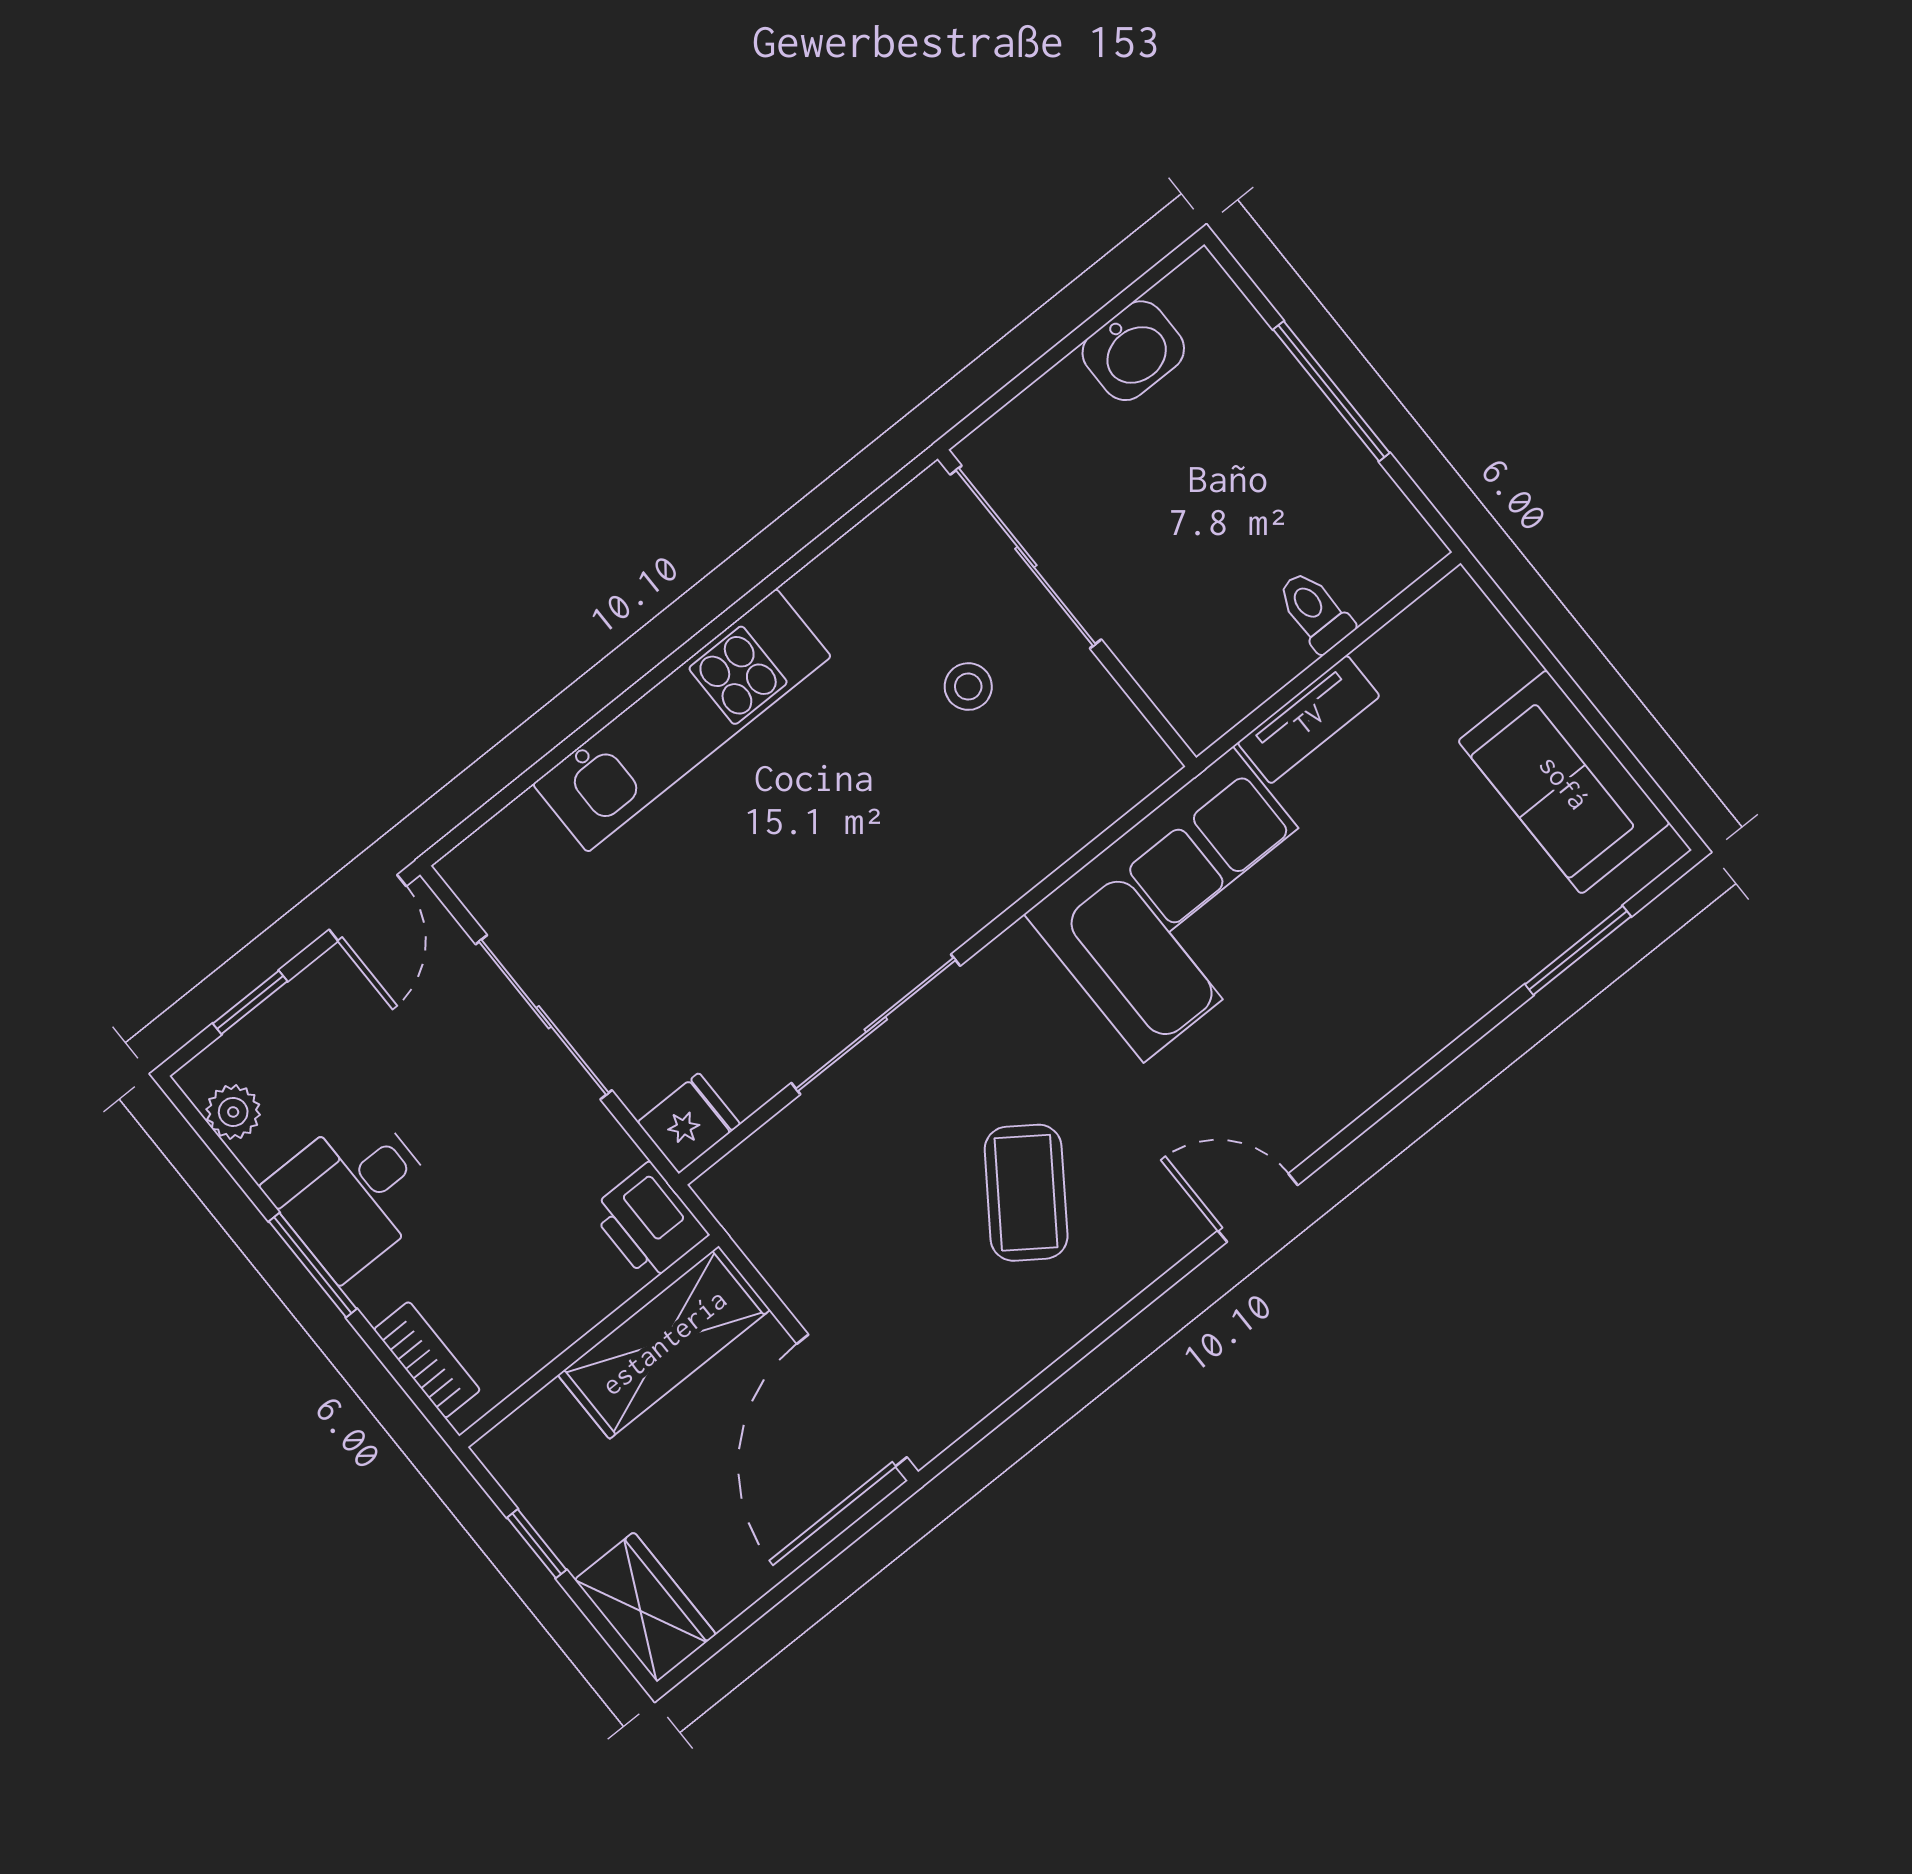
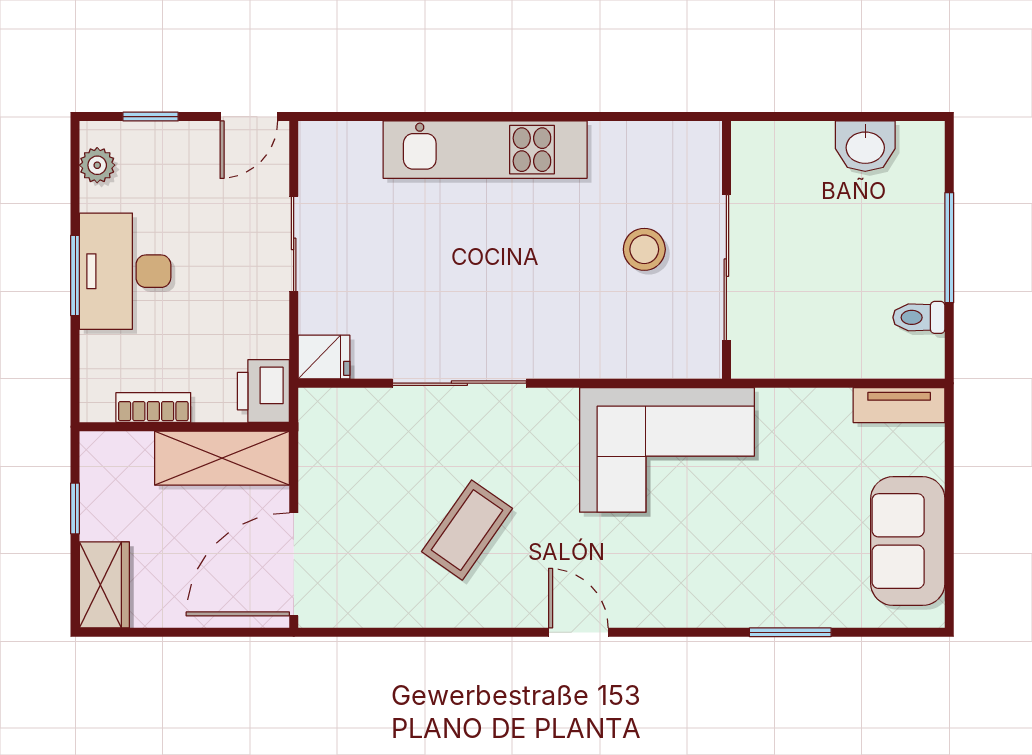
sliding door: (1026, 557) -> (726, 268), moved
toilet: (1315, 611) -> (919, 317), moved, turned -90
stool: (968, 687) -> (644, 249), width x1.37, depth x1.37
tv unit: (1309, 719) -> (899, 405), moved
window: (1578, 950) -> (790, 632), moved
sliding door: (544, 1017) -> (294, 244), width x0.73
desk: (353, 1193) -> (125, 271), width x1.37
bookcase: (427, 1360) -> (153, 408), moved, turned -90

